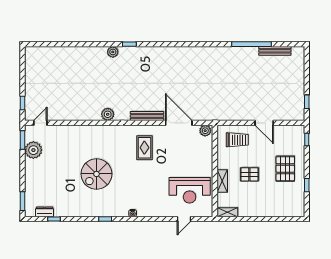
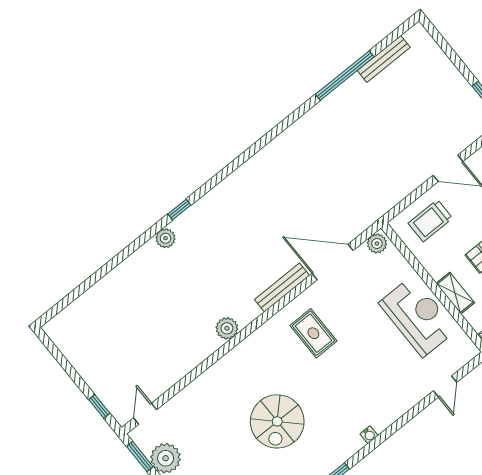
trolley: (237, 140) -> (430, 221), turned 180
reception desk: (190, 190) -> (418, 316), moved, turned -90

